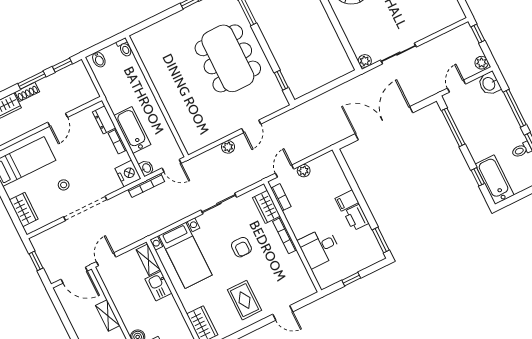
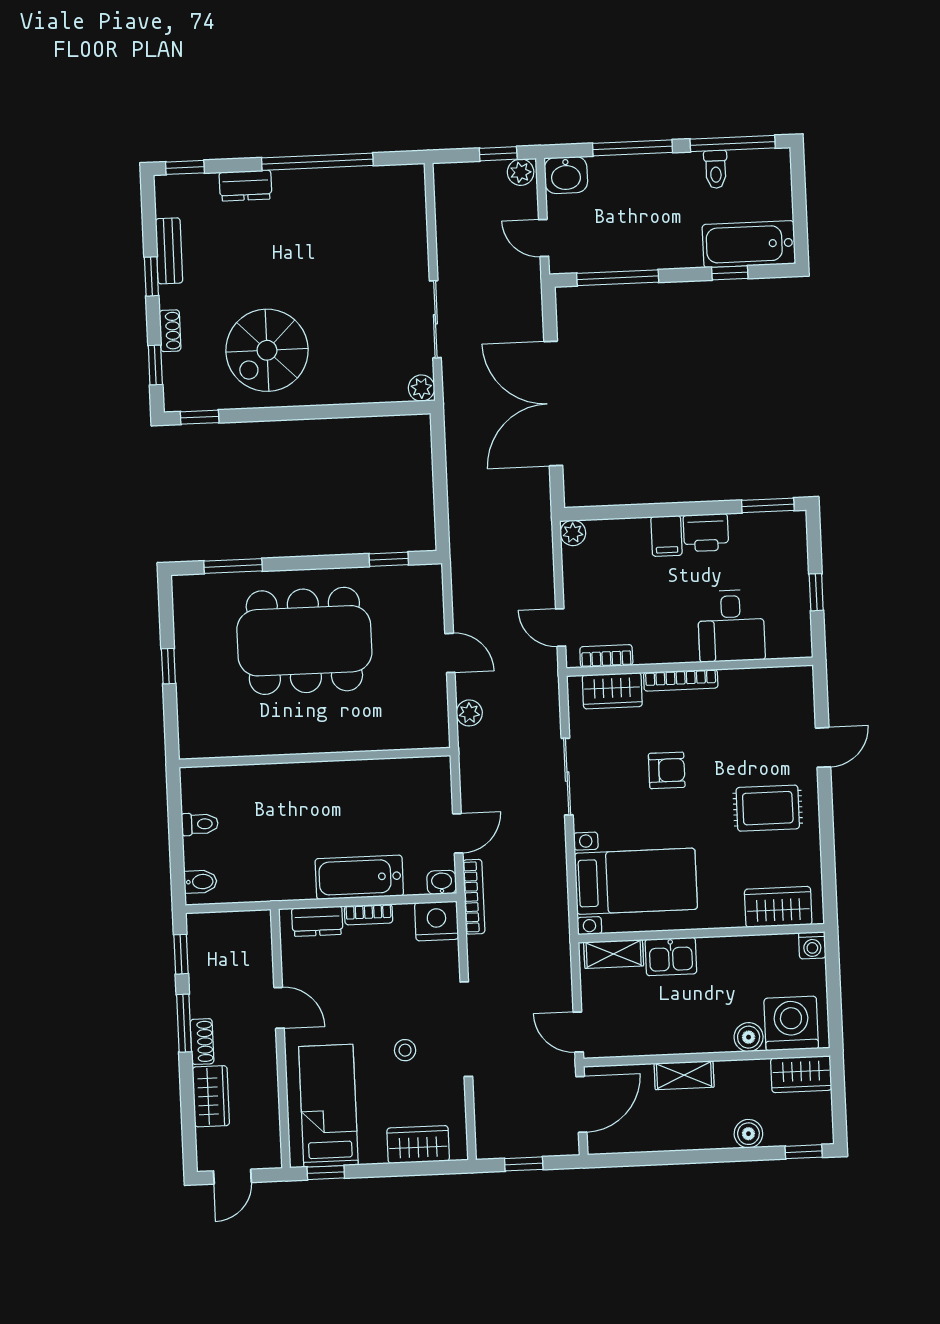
window: (478, 34) -> (498, 154), moved
wall: (157, 96) -> (315, 757), moved
plant: (304, 171) -> (573, 533), moved

